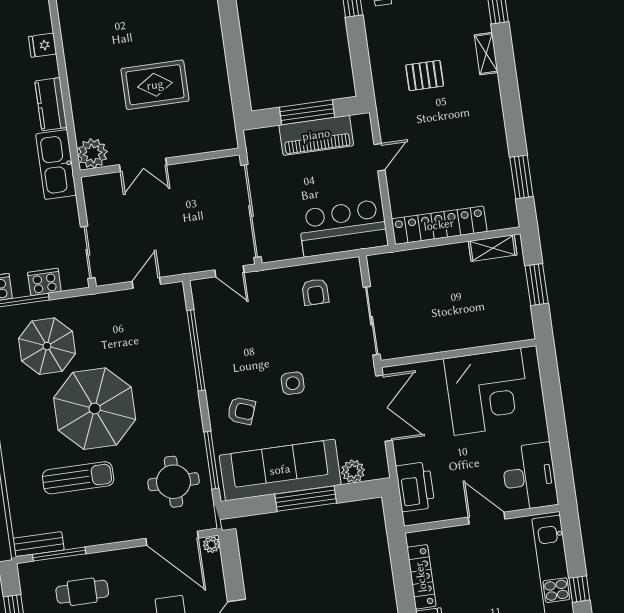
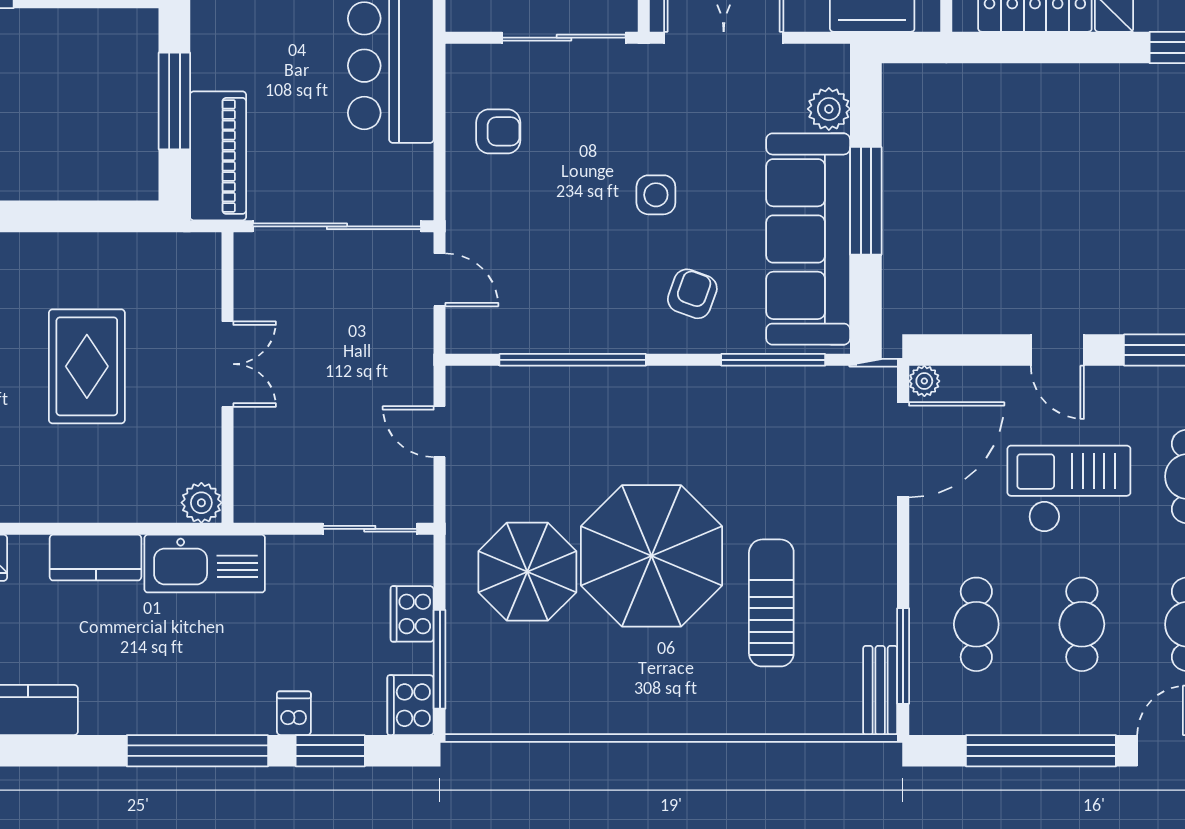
piano: (316, 135) -> (218, 156), moved
plant: (93, 153) -> (201, 503), width x0.73, depth x0.73
double door: (143, 165) -> (227, 364), moved
door: (229, 271) -> (440, 280), hinge flipped
parasol: (47, 346) -> (527, 572), moved
round table: (174, 482) -> (802, 433), removed

